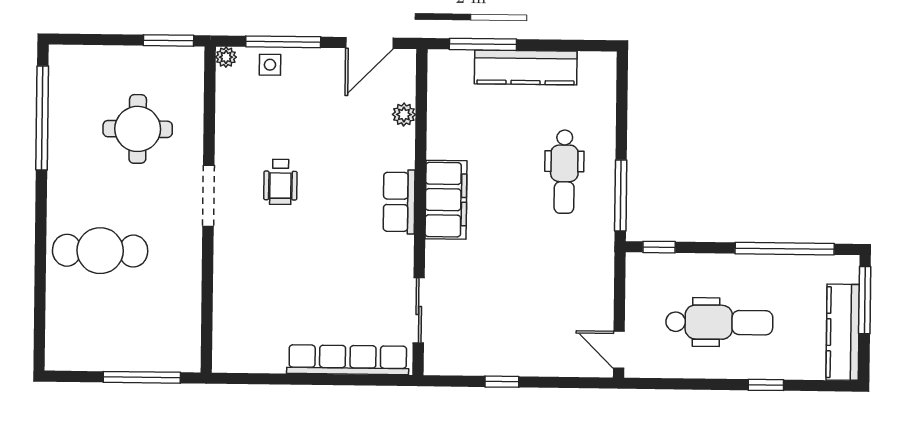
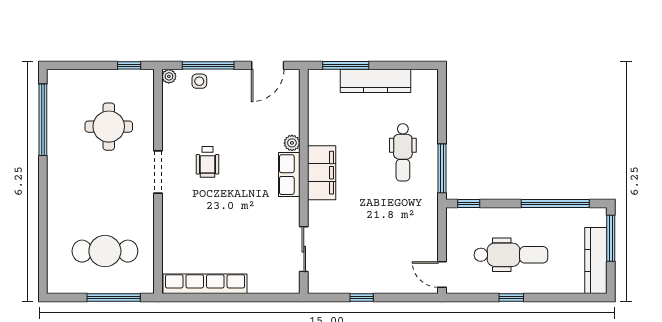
window: (168, 40) -> (129, 65), width x0.67
plant: (404, 114) -> (292, 143), moved
cafe table: (100, 251) -> (105, 251), moved
row of seats: (348, 360) -> (205, 284), moved
window: (766, 385) -> (511, 298), moved

